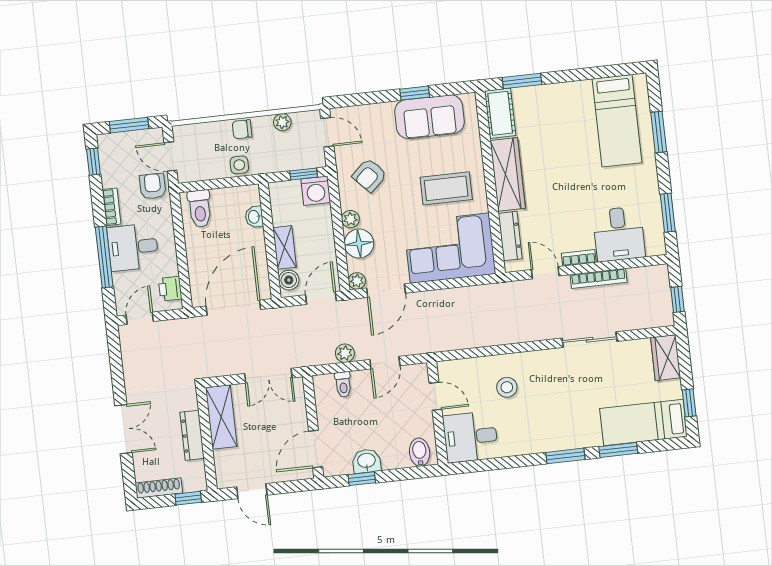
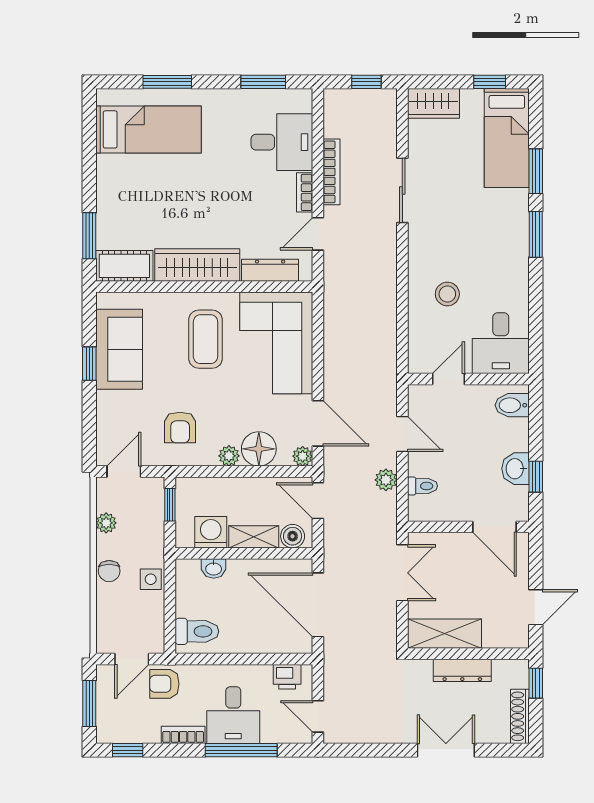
armchair: (369, 175) -> (180, 428), turned 43
washing machine: (316, 191) -> (211, 532), moved, turned -90

